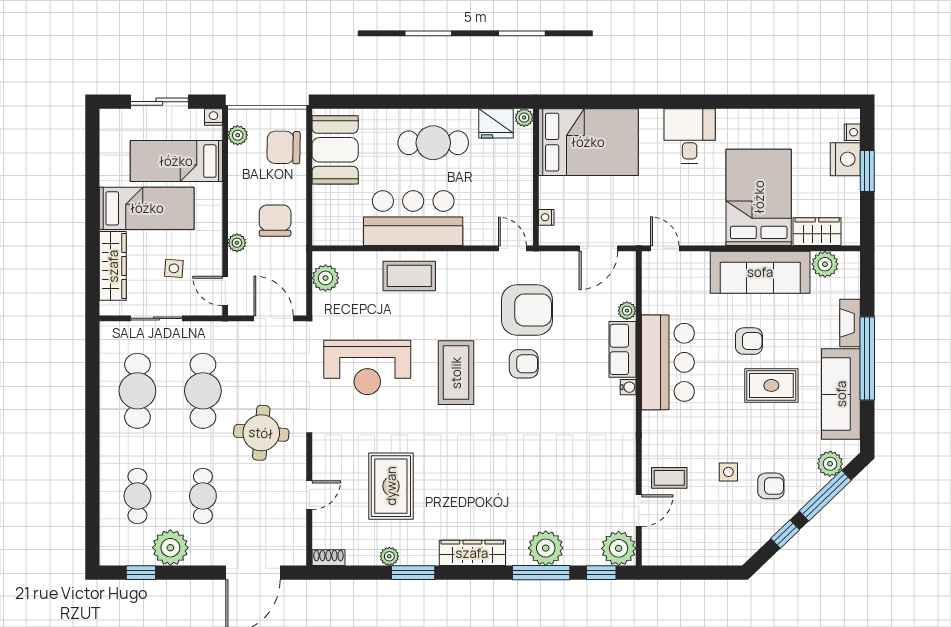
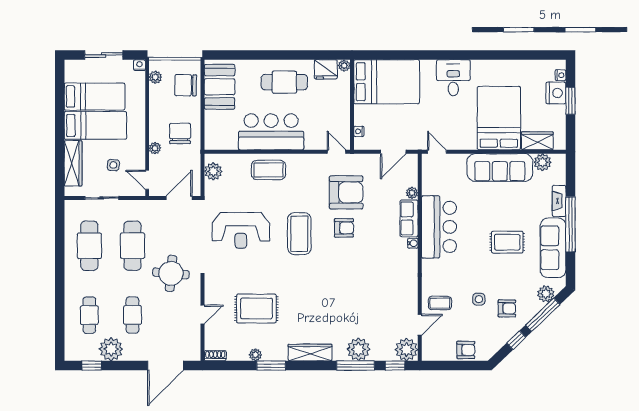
bed: (176, 161) -> (95, 97), moved, turned 180
door: (274, 318) -> (179, 198), hinge flipped
armchair: (749, 341) -> (466, 350), moved
rug: (391, 486) -> (256, 309), turned 90

